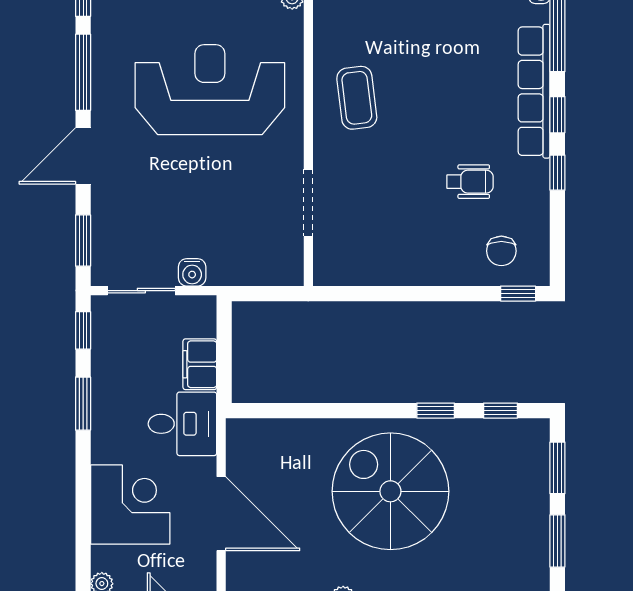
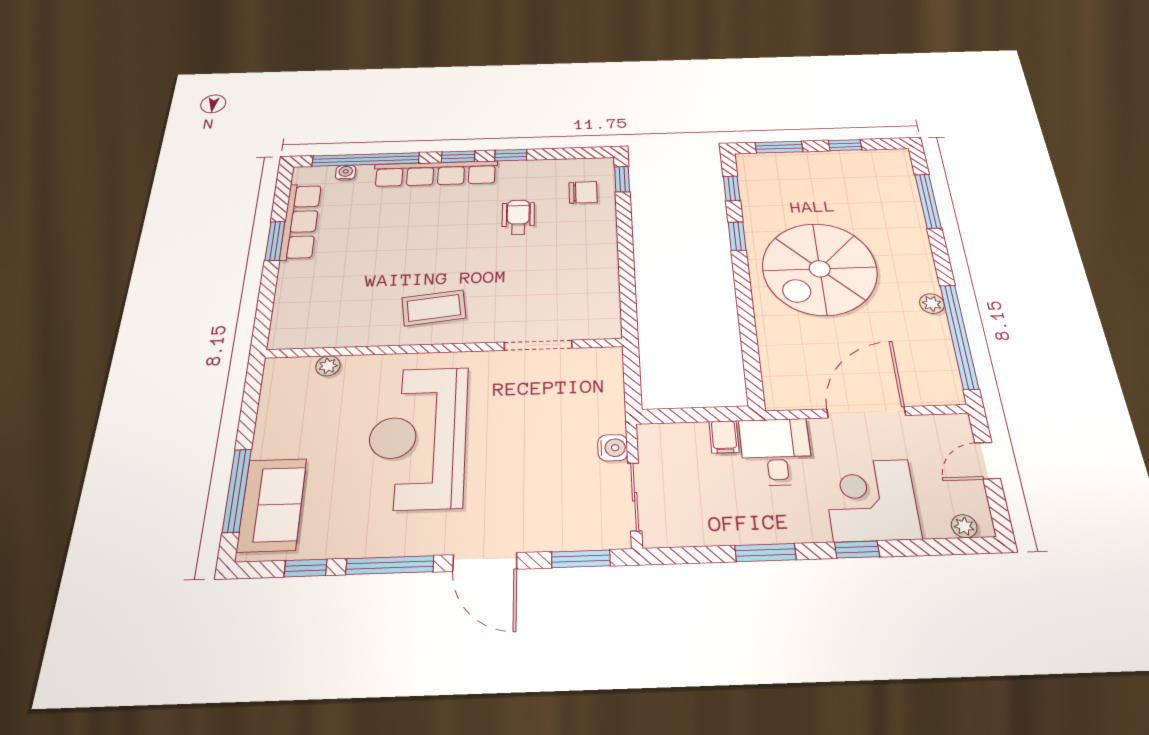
window: (83, 330) -> (857, 550), moved
filing cabinet: (200, 364) -> (724, 437), width x0.50
window: (557, 541) -> (845, 145), width x0.67

